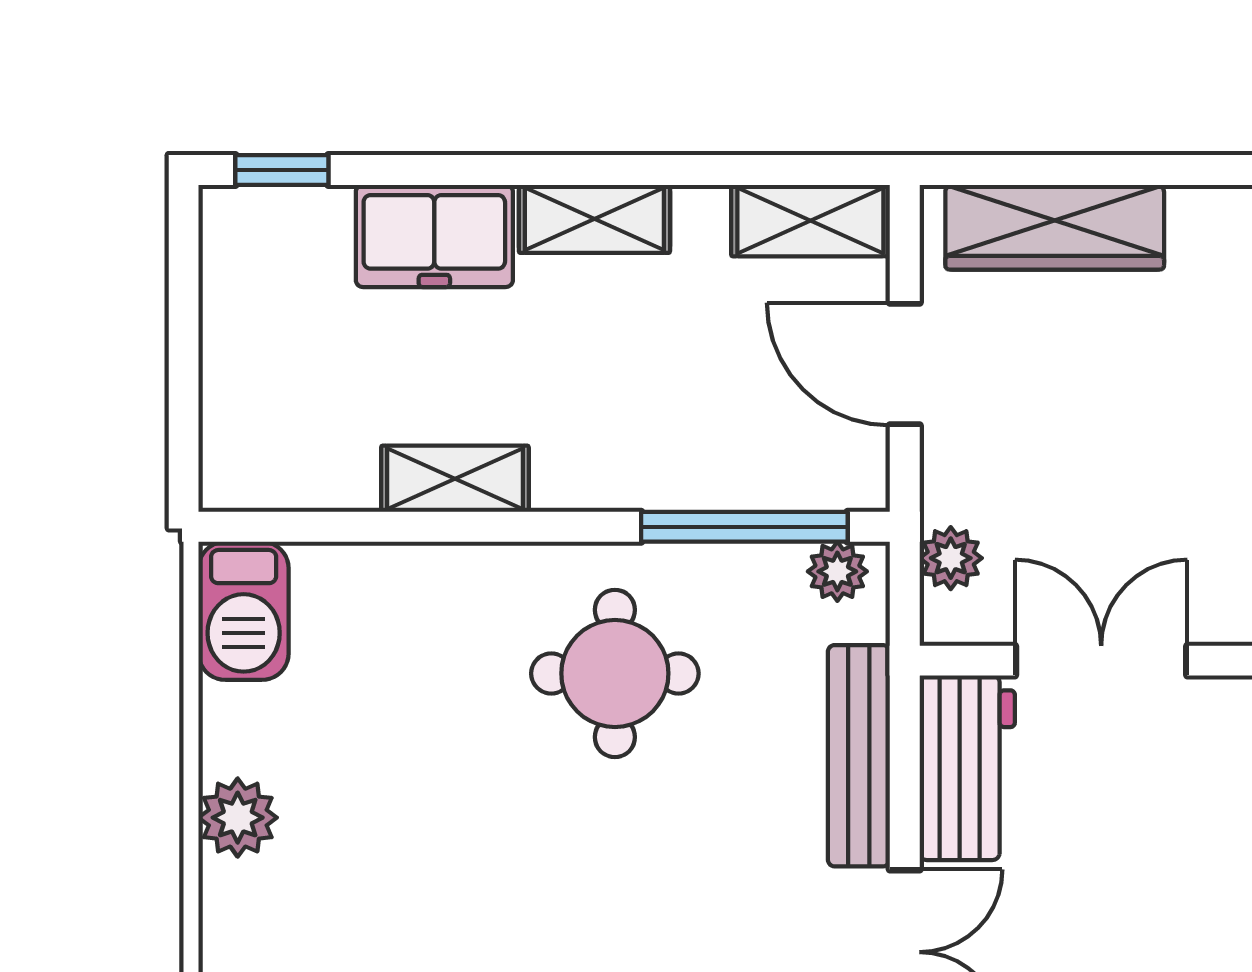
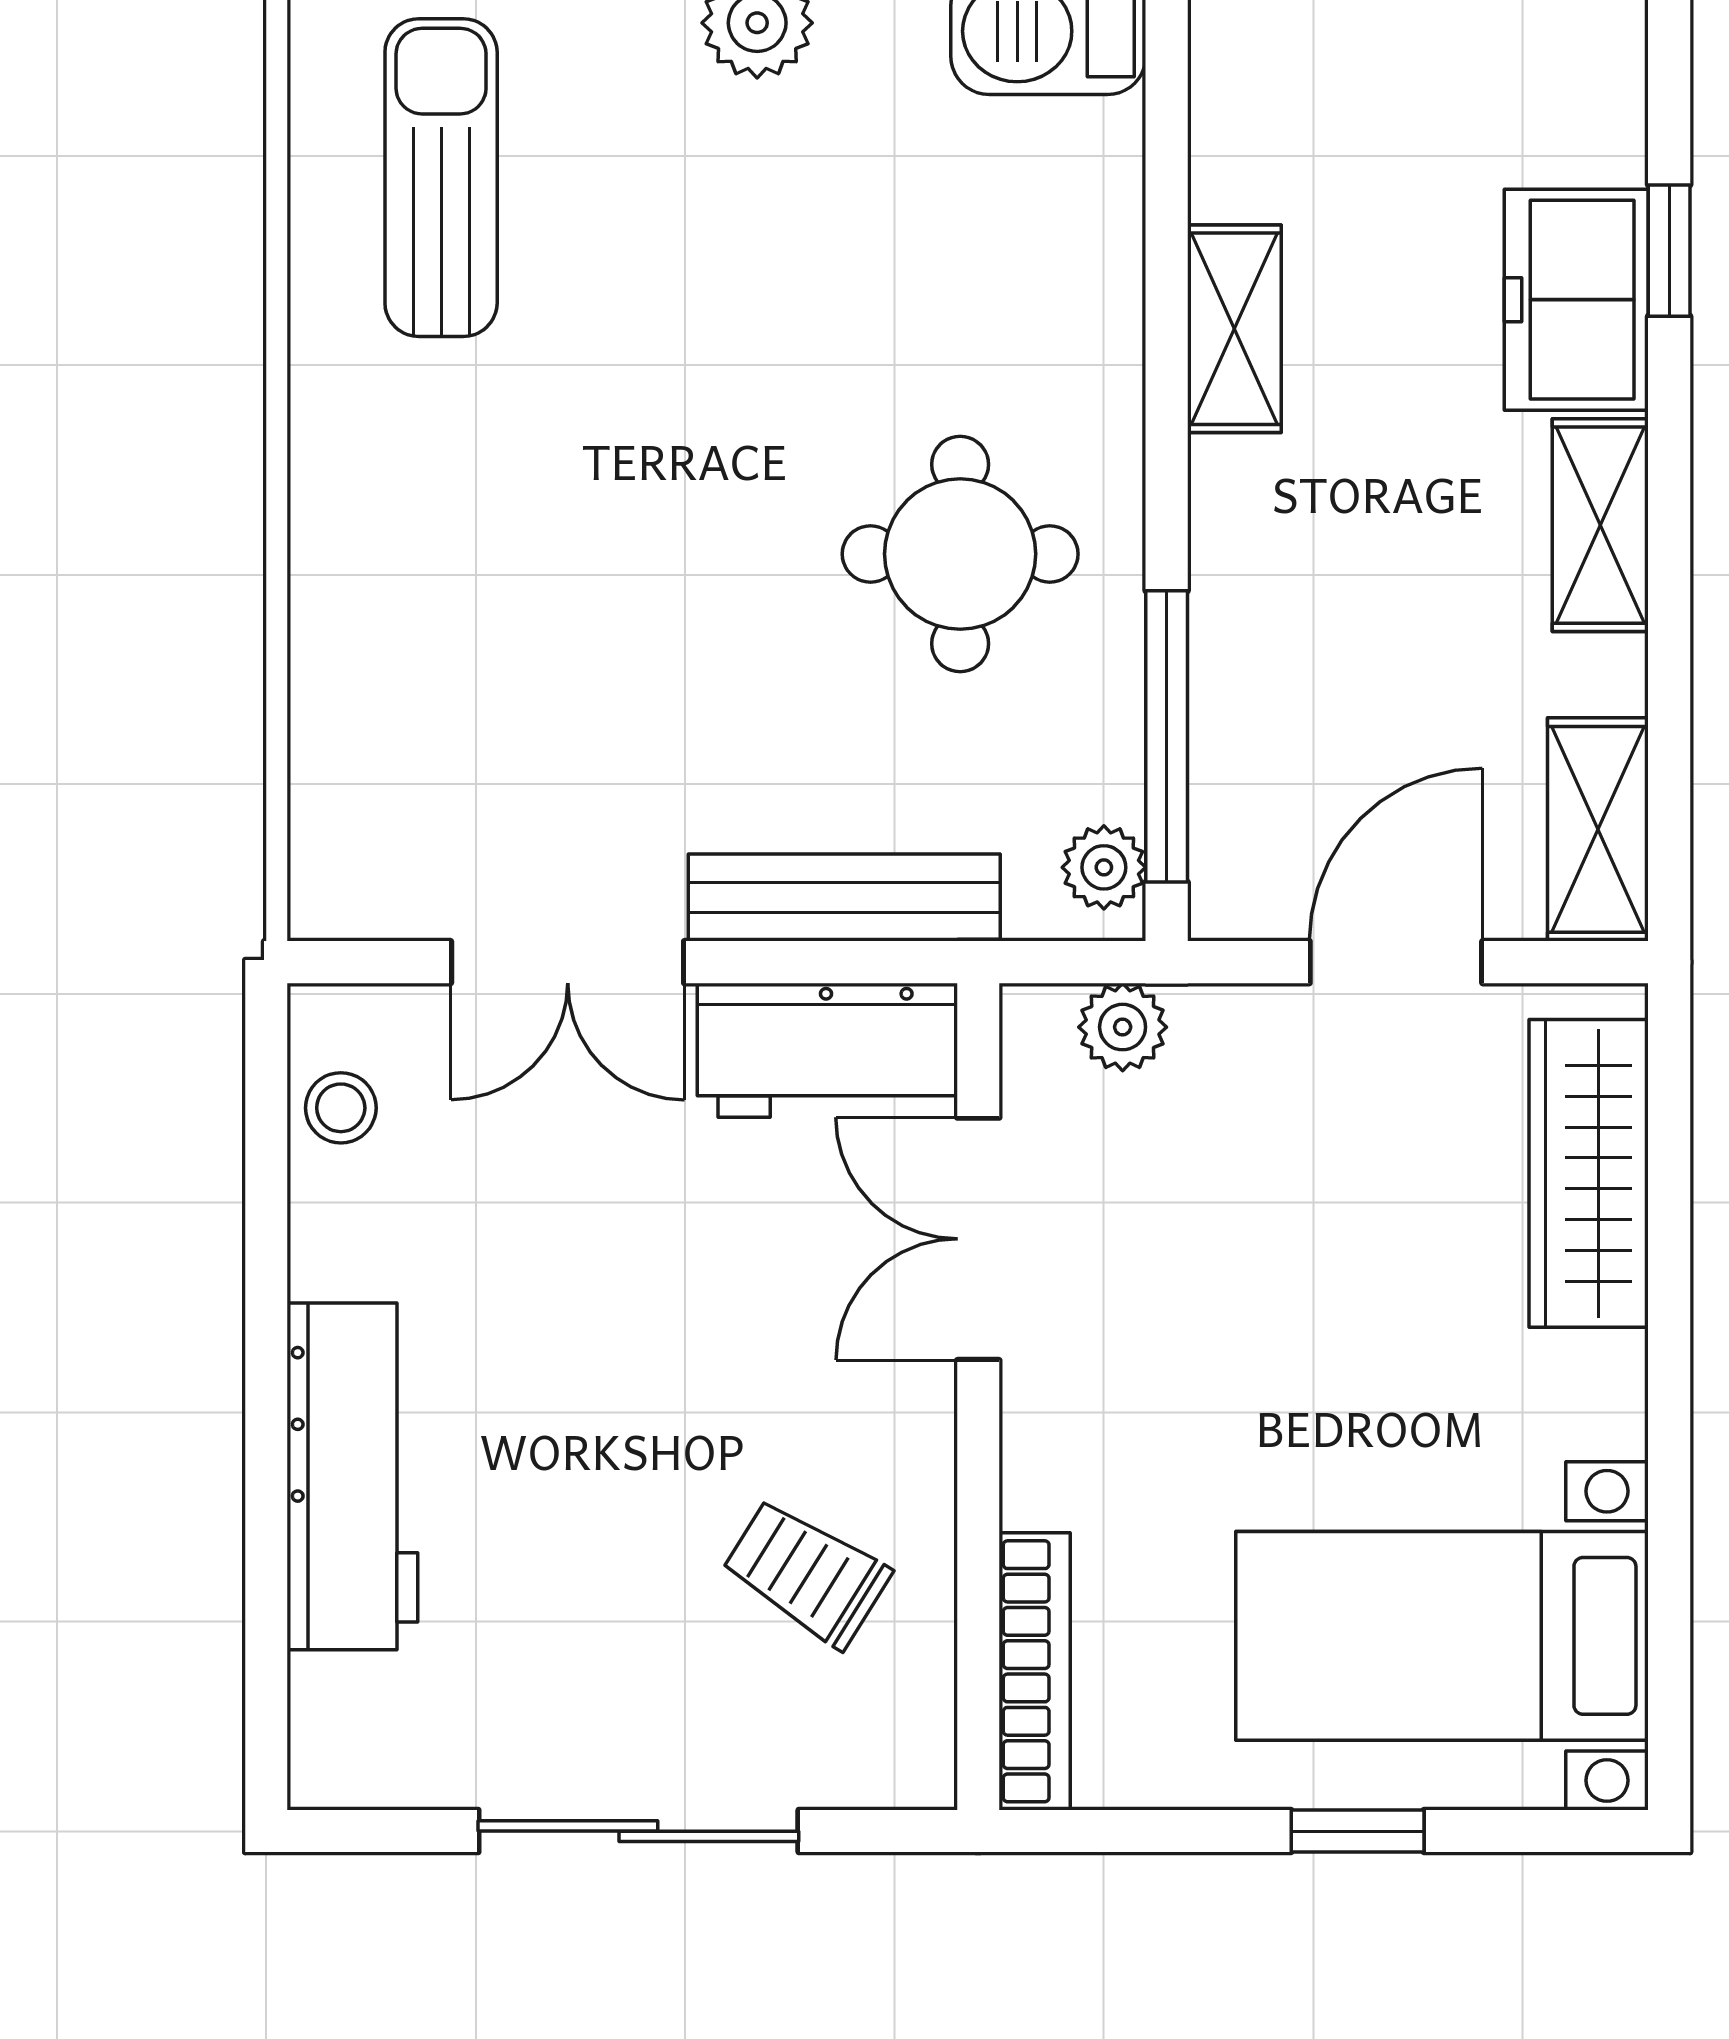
window: (282, 170) -> (1669, 251), moved
double door: (1101, 661) -> (978, 1239), swing flipped

